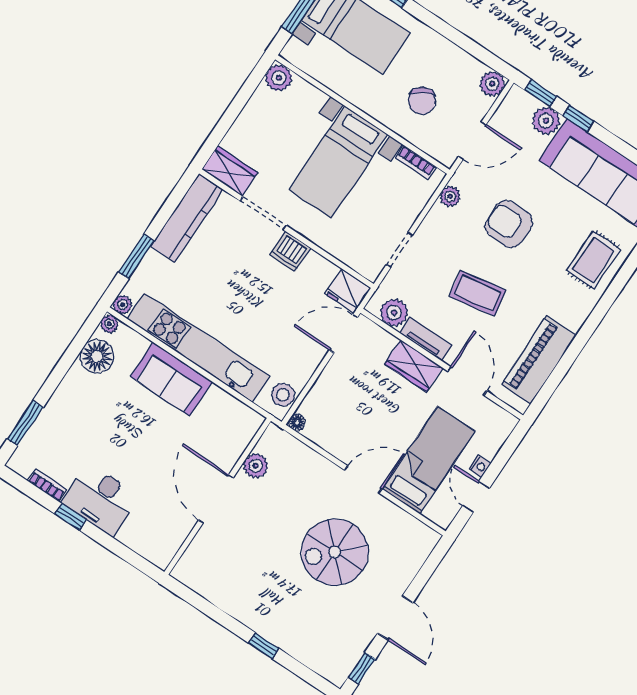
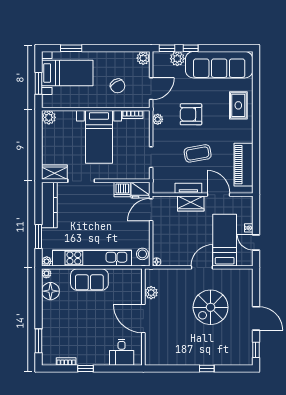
dishwasher: (290, 251) -> (122, 190), moved
plant: (394, 313) -> (167, 186), removed
desk: (100, 500) -> (122, 352), moved, width x0.73

